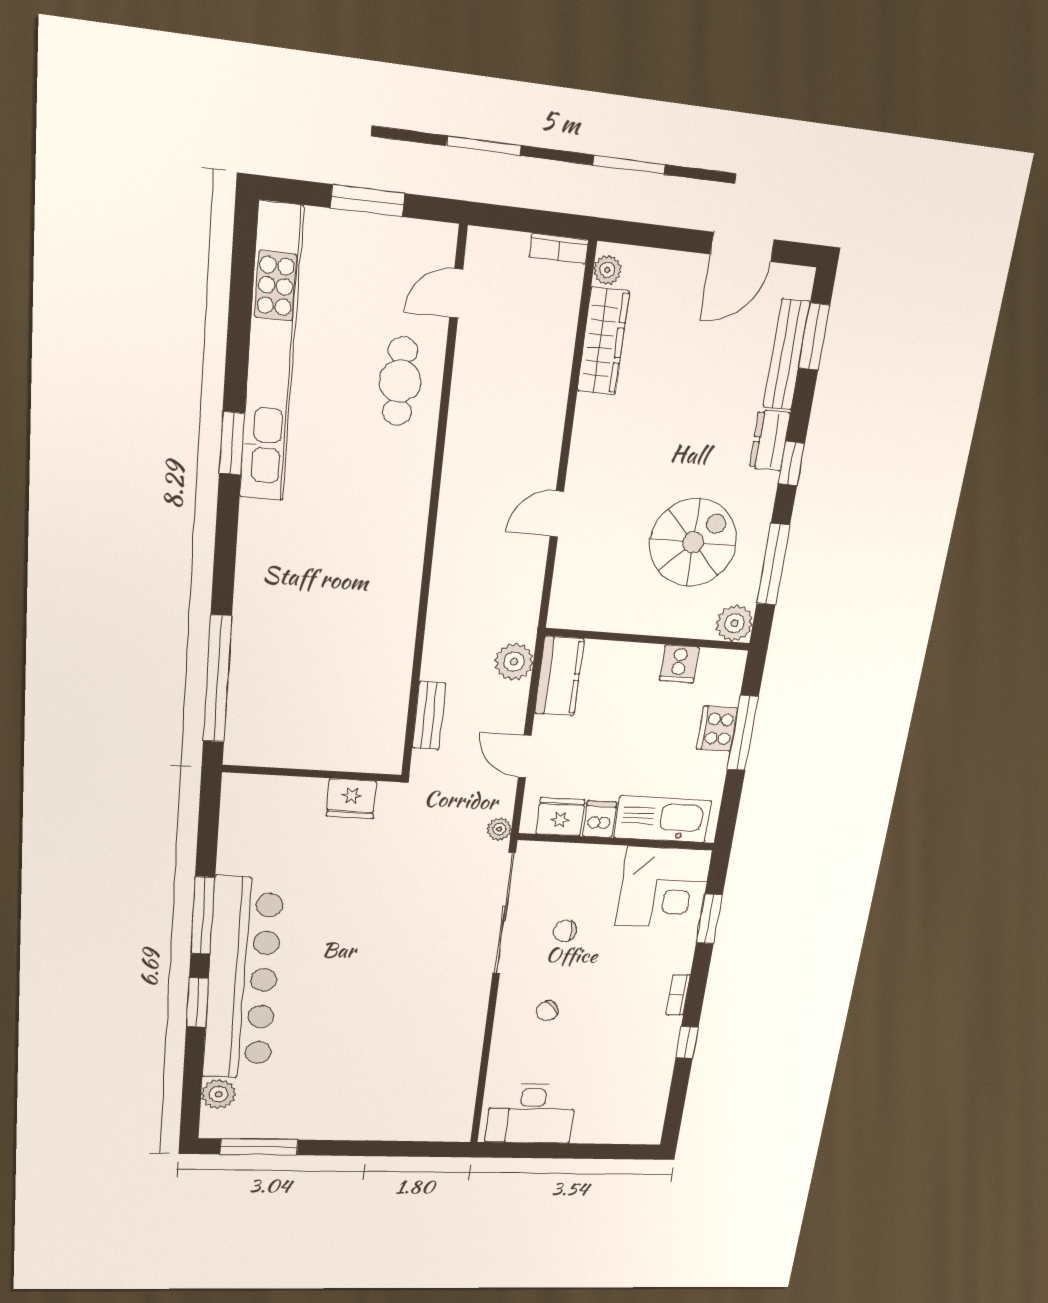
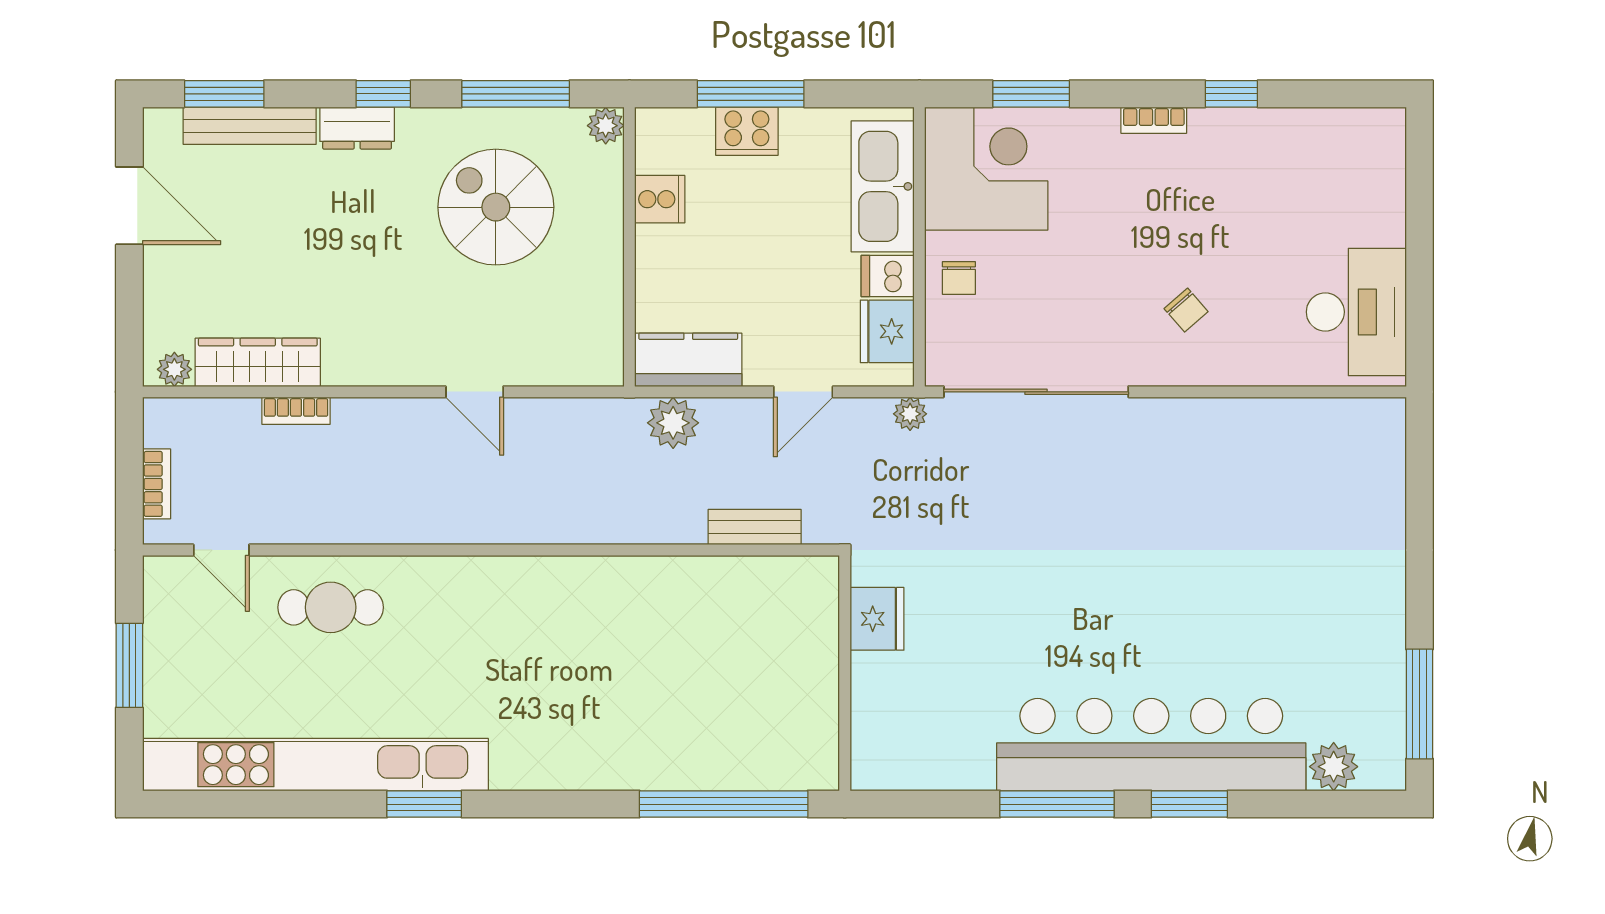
bookcase: (559, 248) -> (157, 484), moved
bookcase: (561, 369) -> (296, 411), added
plant: (735, 623) -> (606, 126), width x0.73, depth x0.73
chair: (565, 931) -> (959, 278), moved

